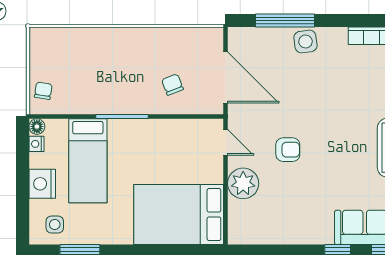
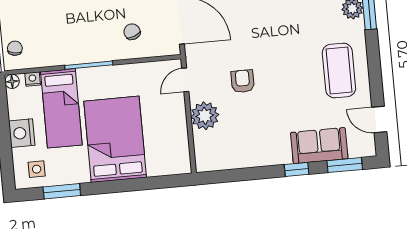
door: (226, 142) -> (185, 80), swing flipped
nightstand: (36, 144) -> (33, 79), moved, turned 90
armchair: (288, 150) -> (243, 81), turned -90
bed: (179, 215) -> (115, 139), moved, turned 90

